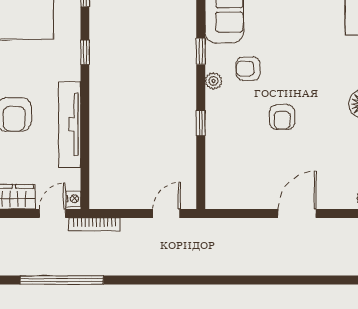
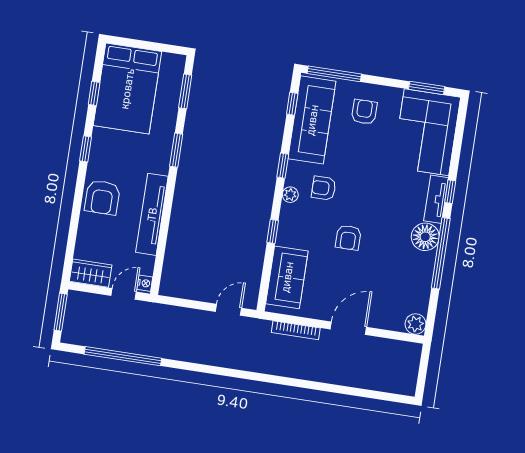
window: (85, 52) -> (176, 150), width x1.50
sofa: (223, 169) -> (287, 277), added
bookcase: (94, 224) -> (296, 330), moved

